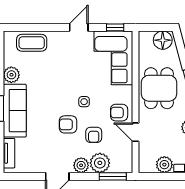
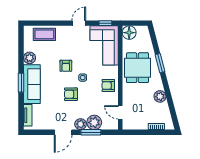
floor lamp: (163, 40) -> (129, 33), moved
door: (135, 132) -> (120, 112), moved
armchair: (94, 135) -> (66, 66), moved
plant: (164, 165) -> (141, 124), removed
window: (113, 176) -> (91, 132), moved

